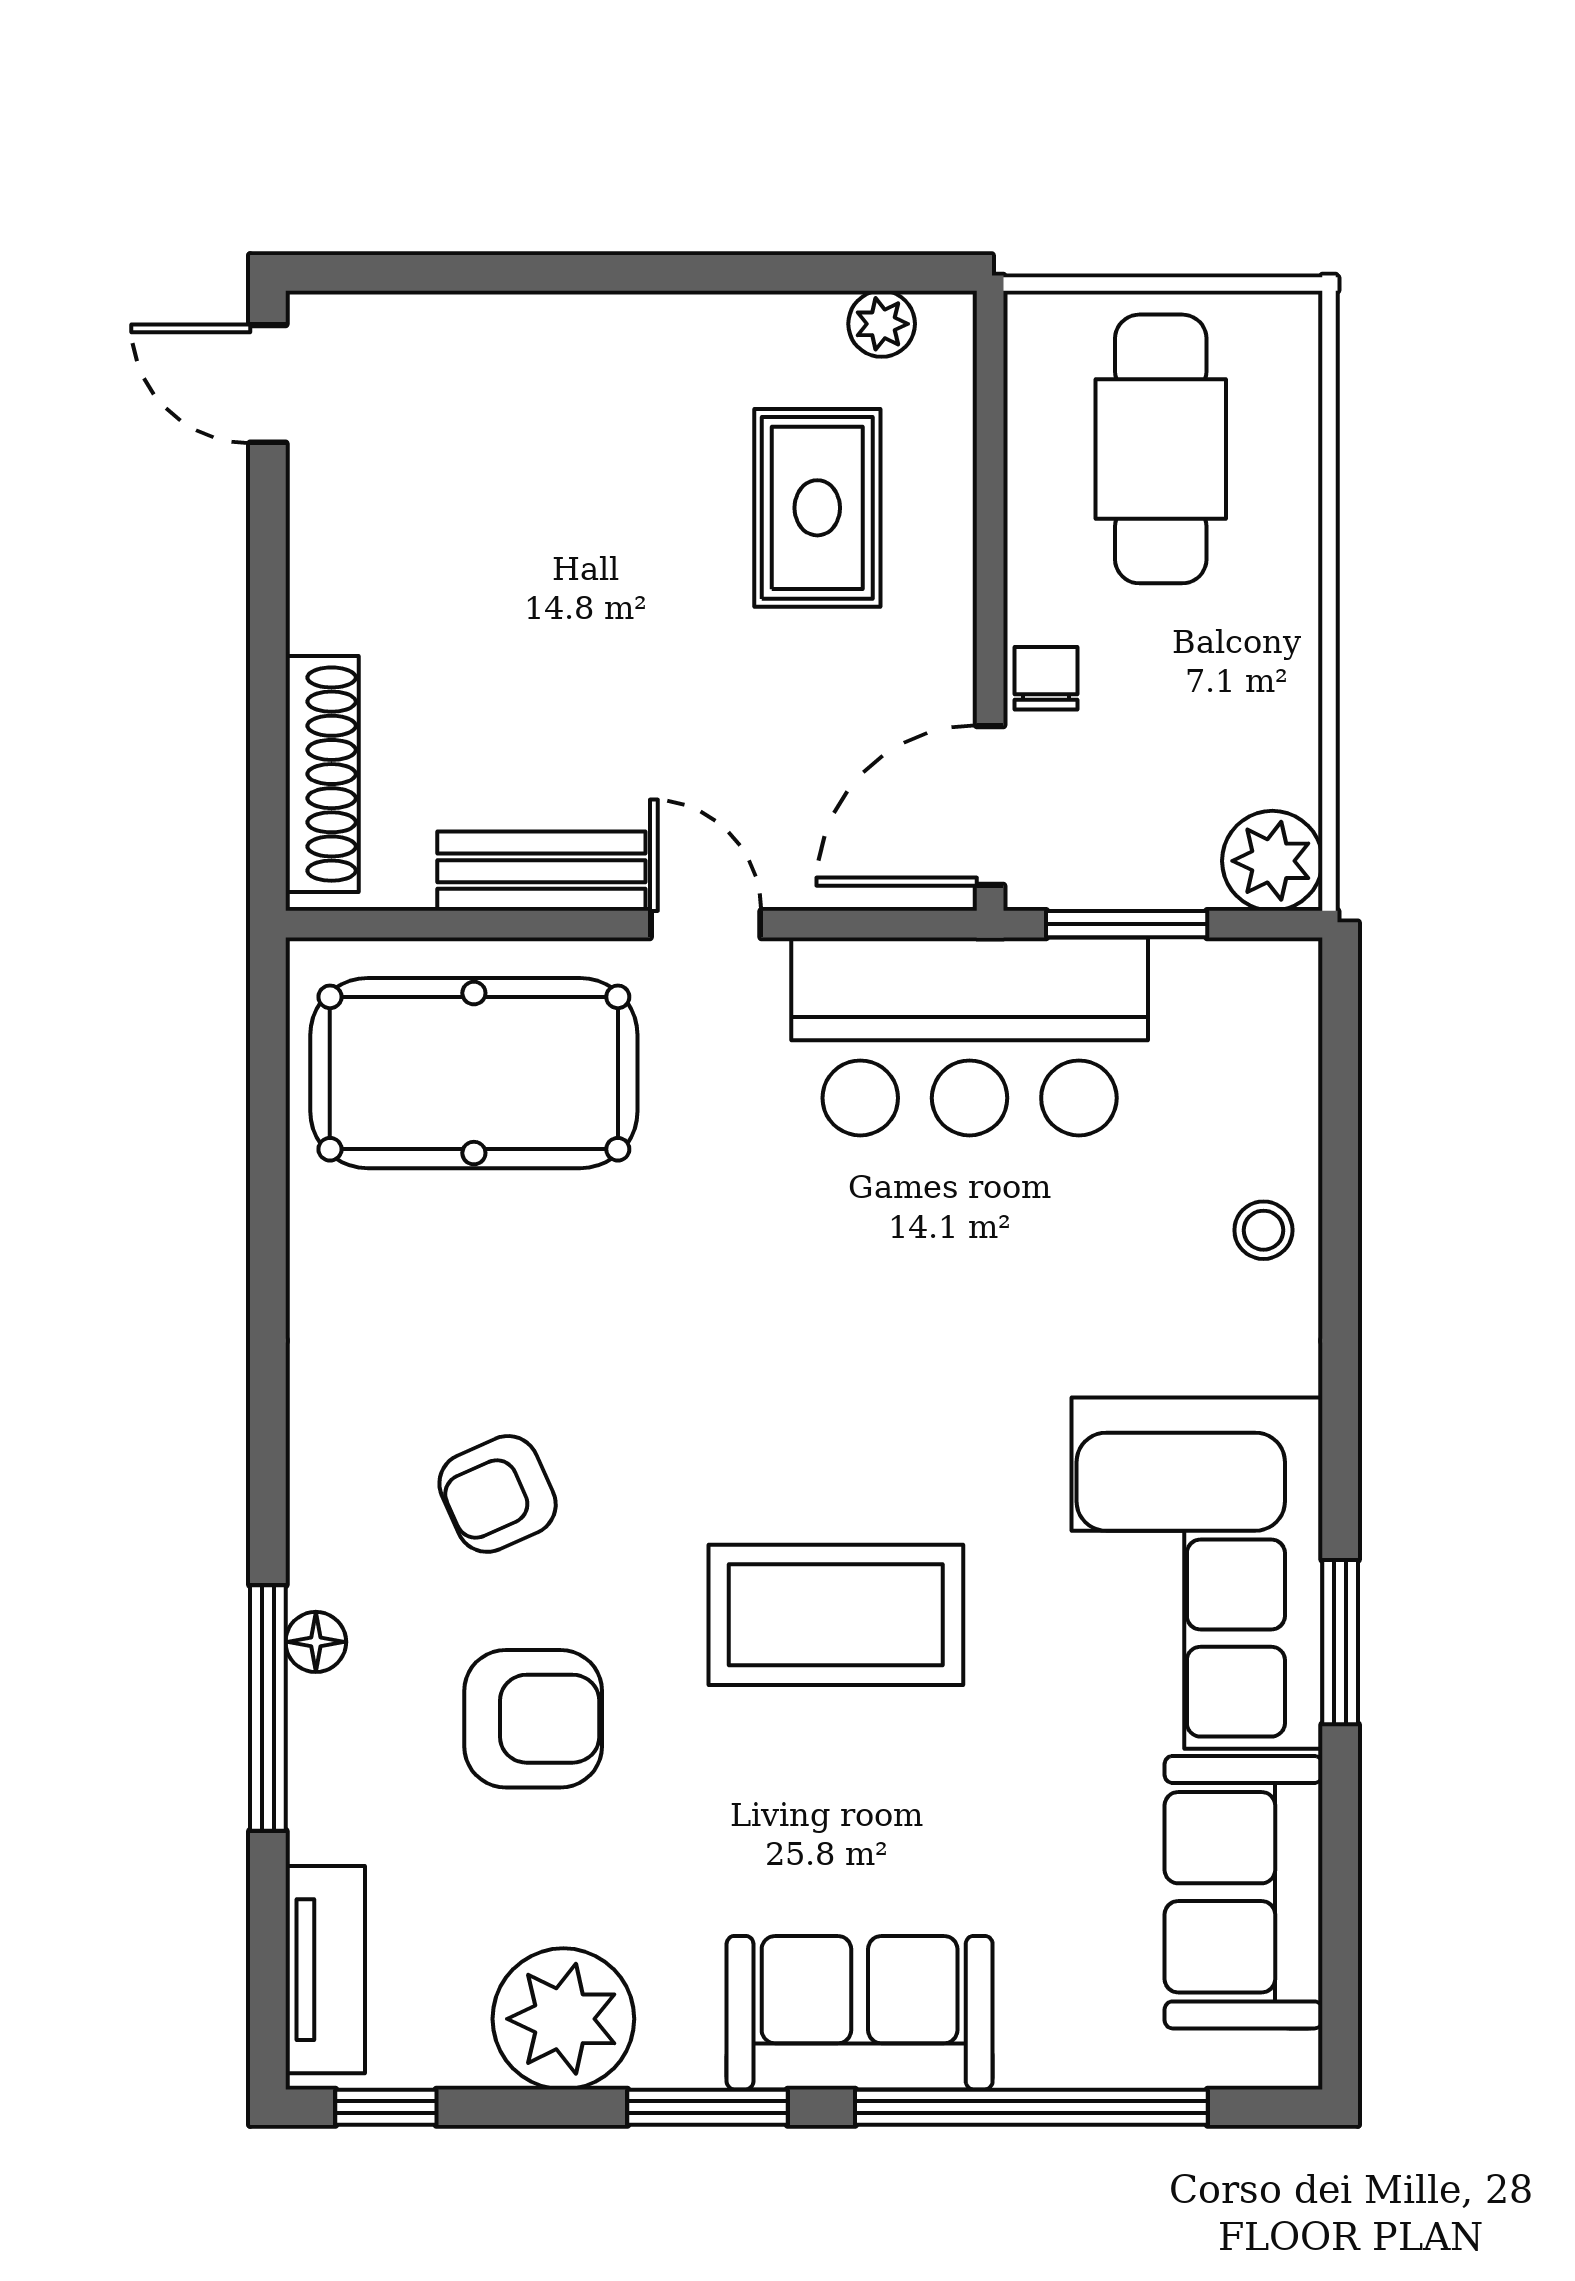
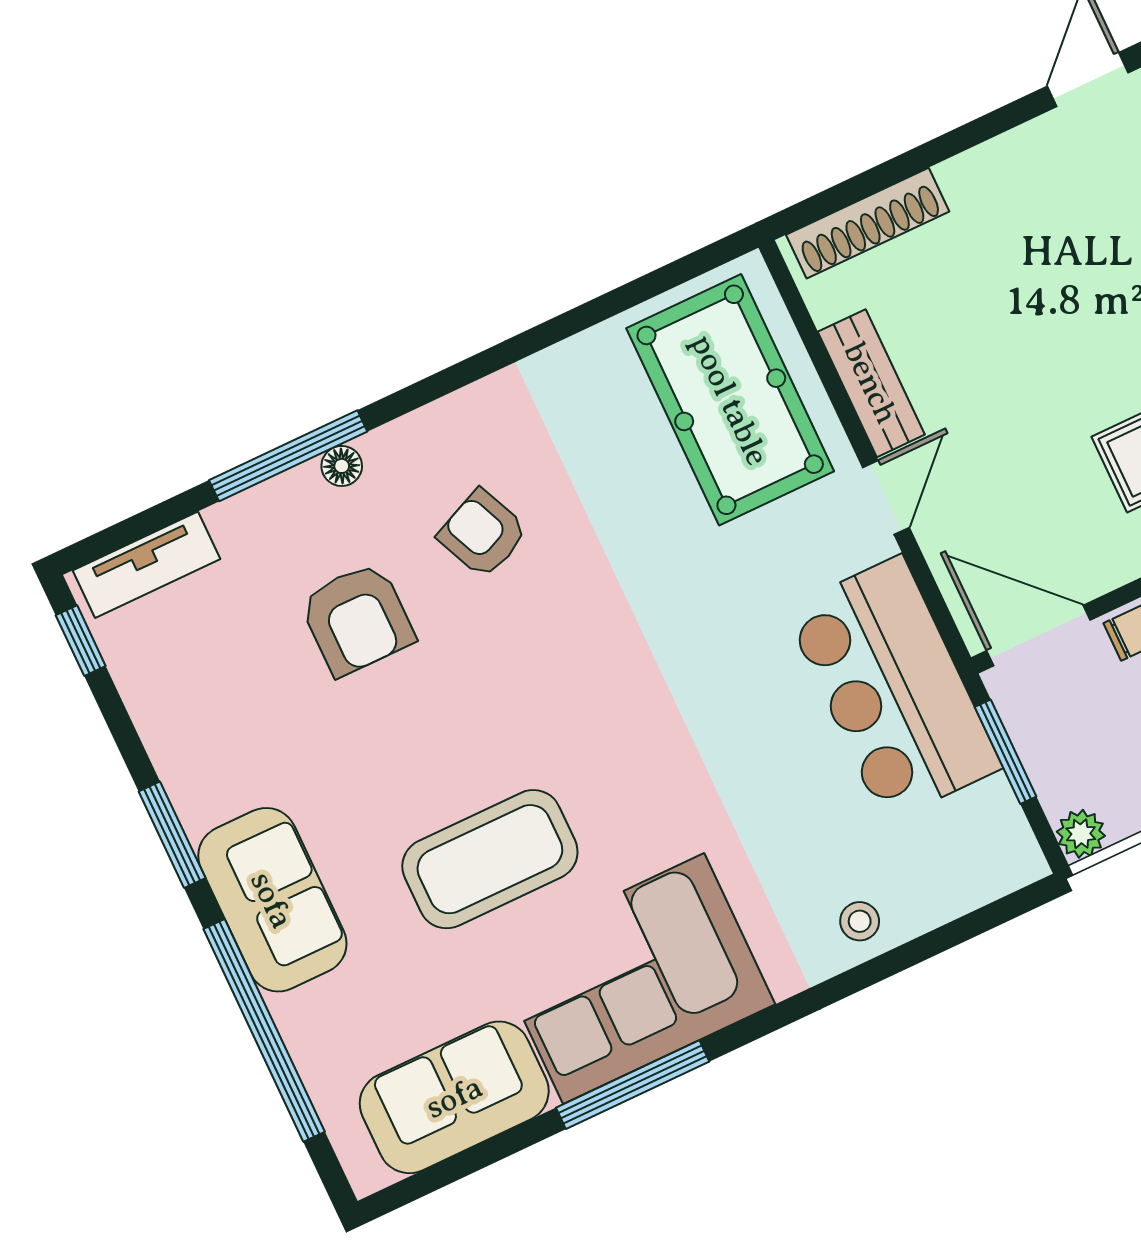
plant: (1272, 861) -> (1081, 834), width x0.73, depth x0.73
coffee table: (836, 1615) -> (490, 859), moved, turned 90
window: (1340, 1642) -> (633, 1085), width x1.44
plant: (563, 2019) -> (184, 723), removed

